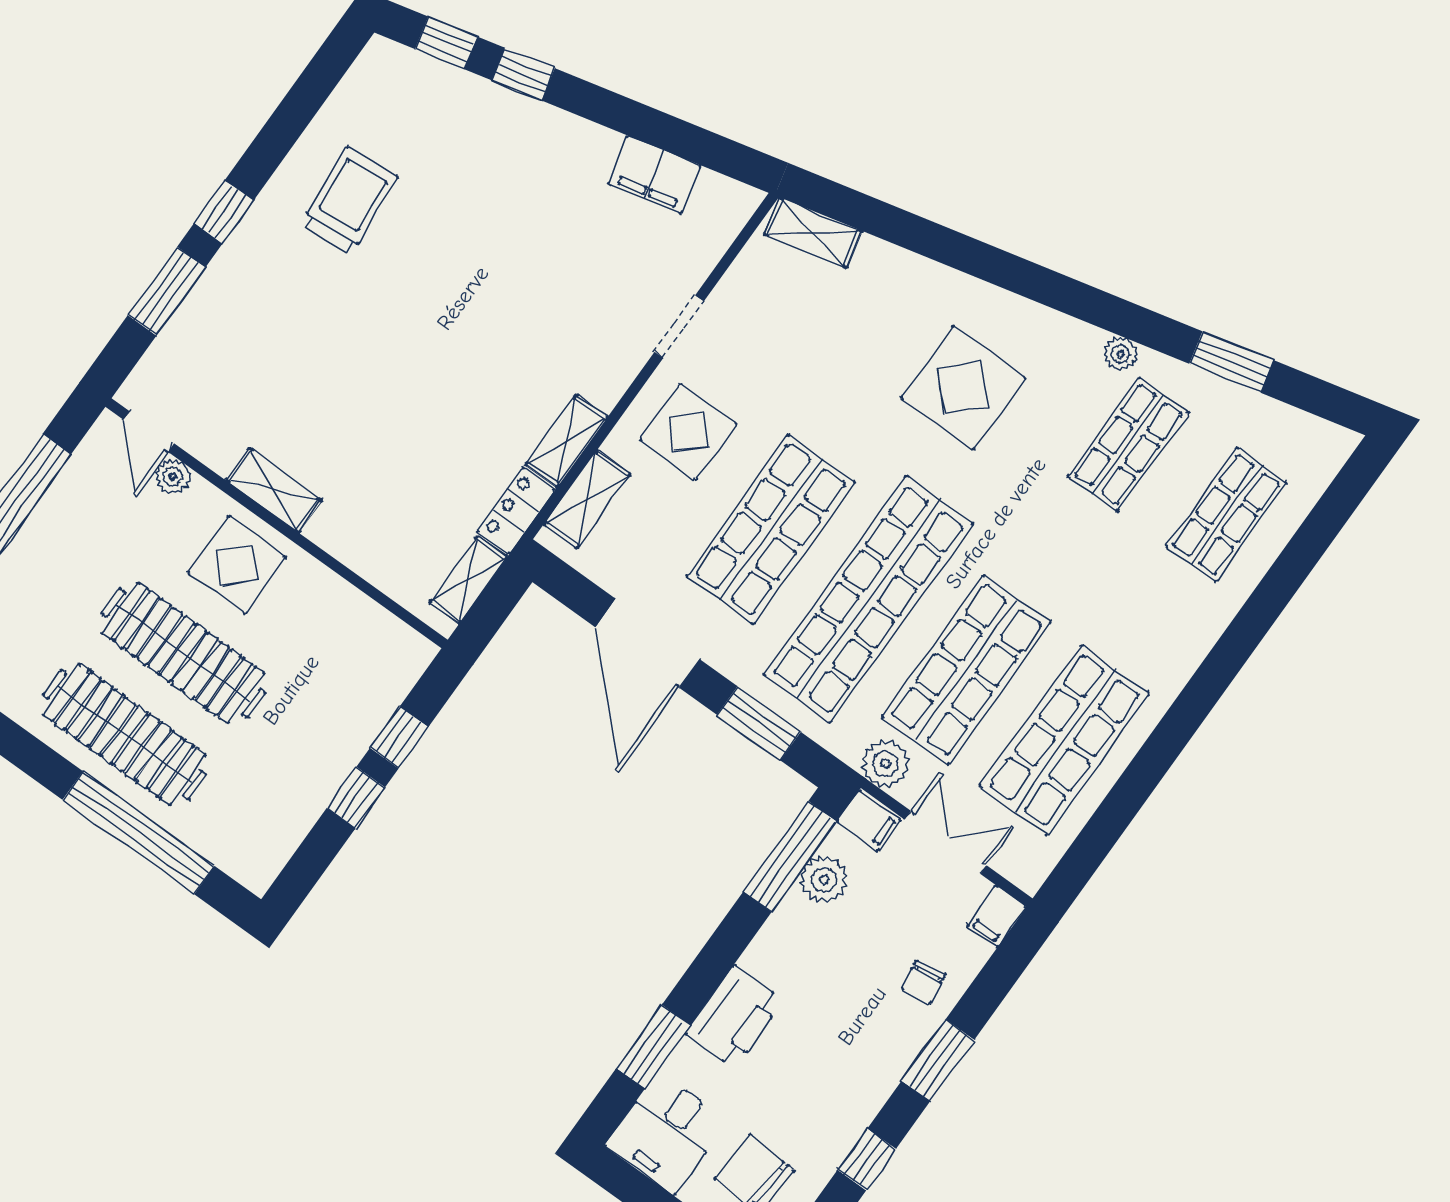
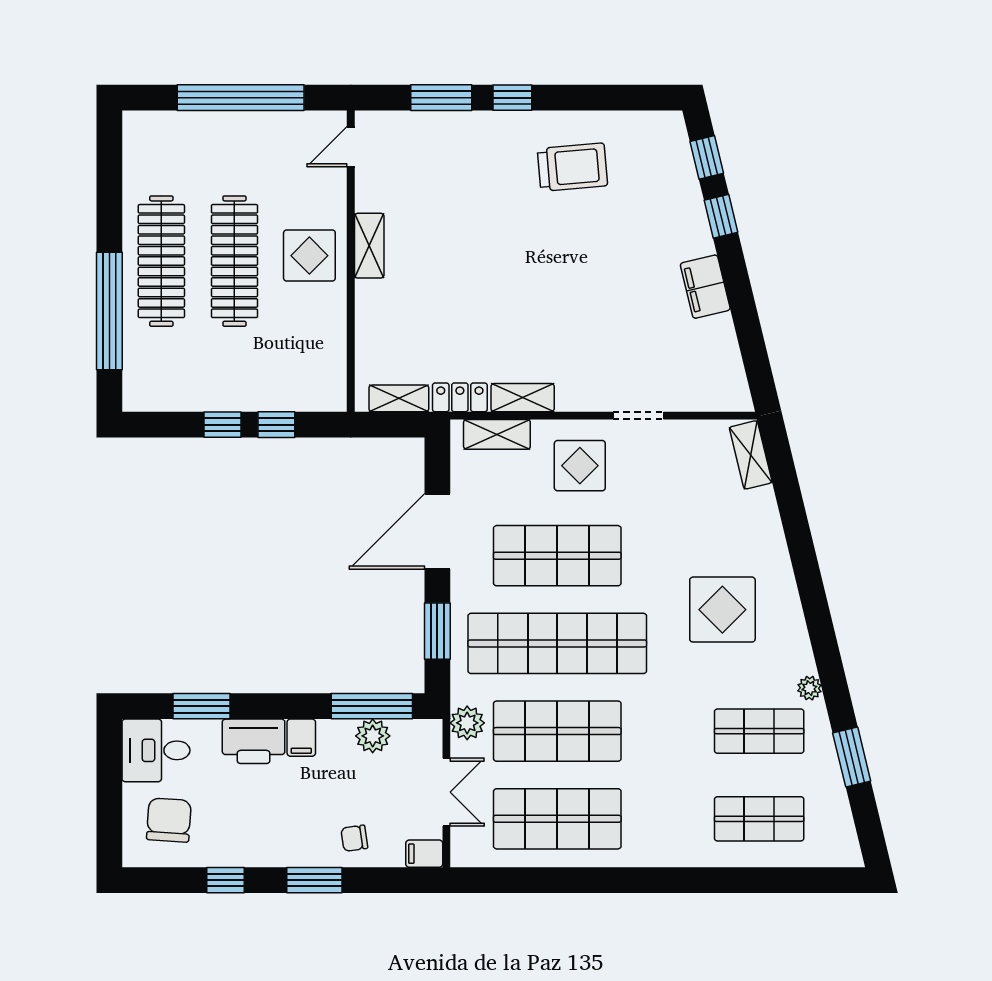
filing cabinet: (655, 175) -> (705, 287), moved
plant: (173, 476) -> (334, 180), removed
filing cabinet: (869, 821) -> (301, 738), moved

